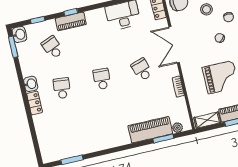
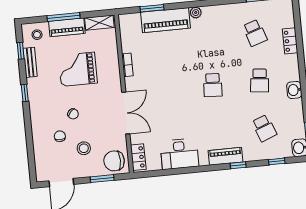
piano: (71, 21) -> (225, 156), moved
school desk: (142, 70) -> (255, 33), moved
locker: (35, 103) -> (290, 41), moved
plant: (177, 128) -> (196, 13), moved

